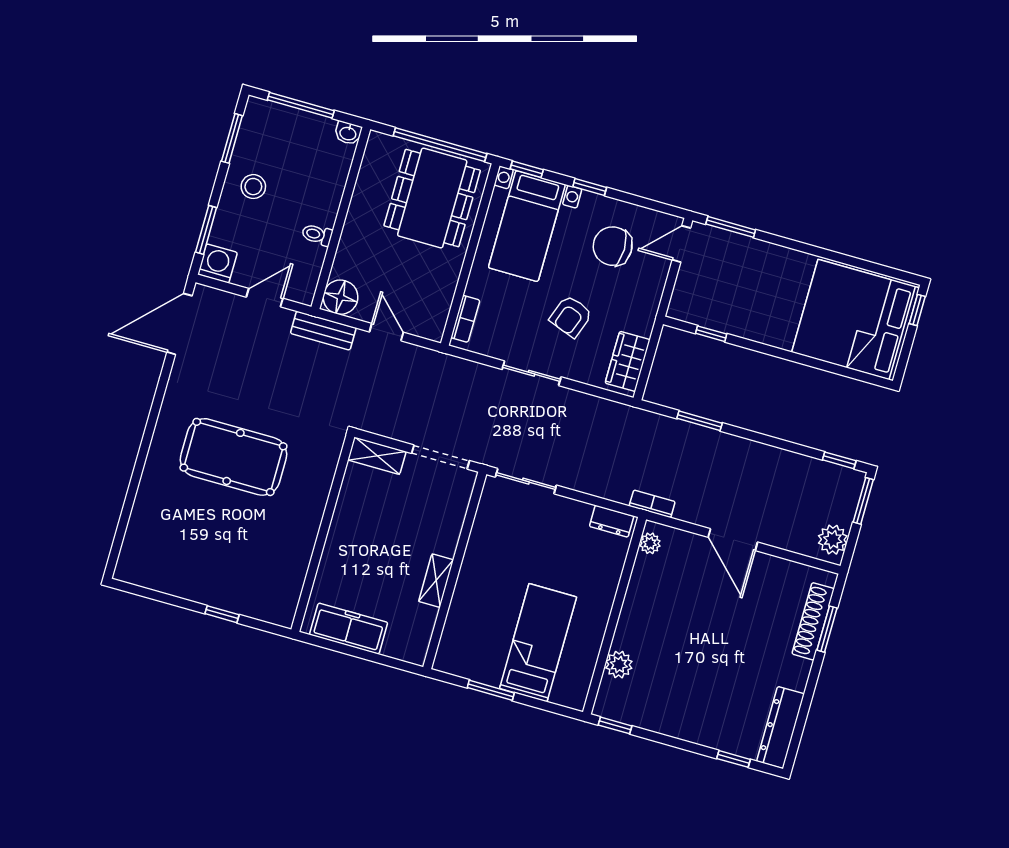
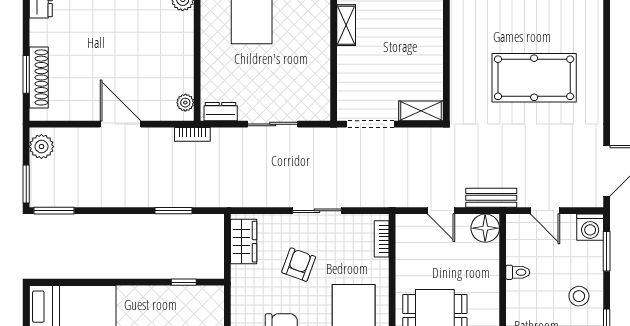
door: (265, 298) -> (545, 211), hinge flipped
window: (839, 460) -> (54, 211), width x1.50
sliding door: (526, 481) -> (273, 124), moved

